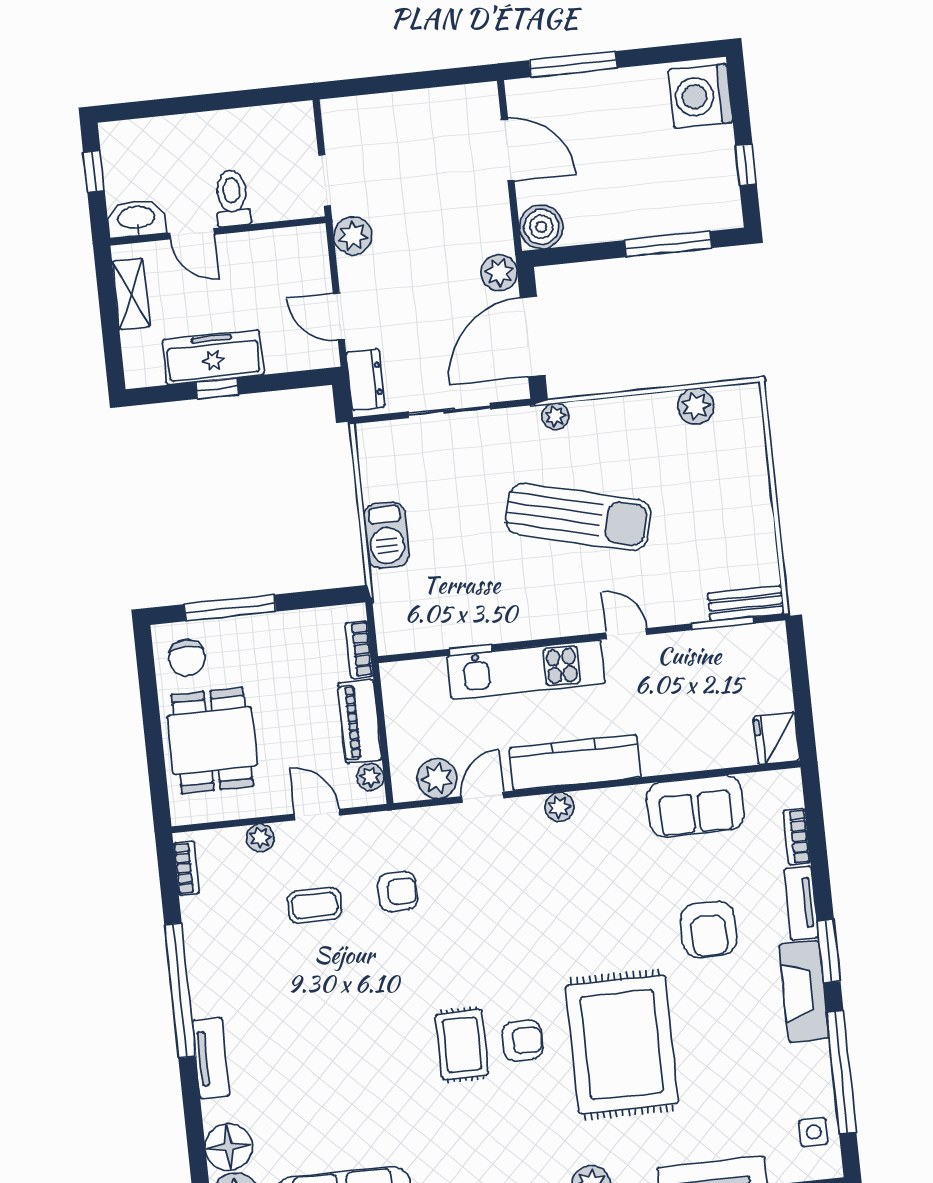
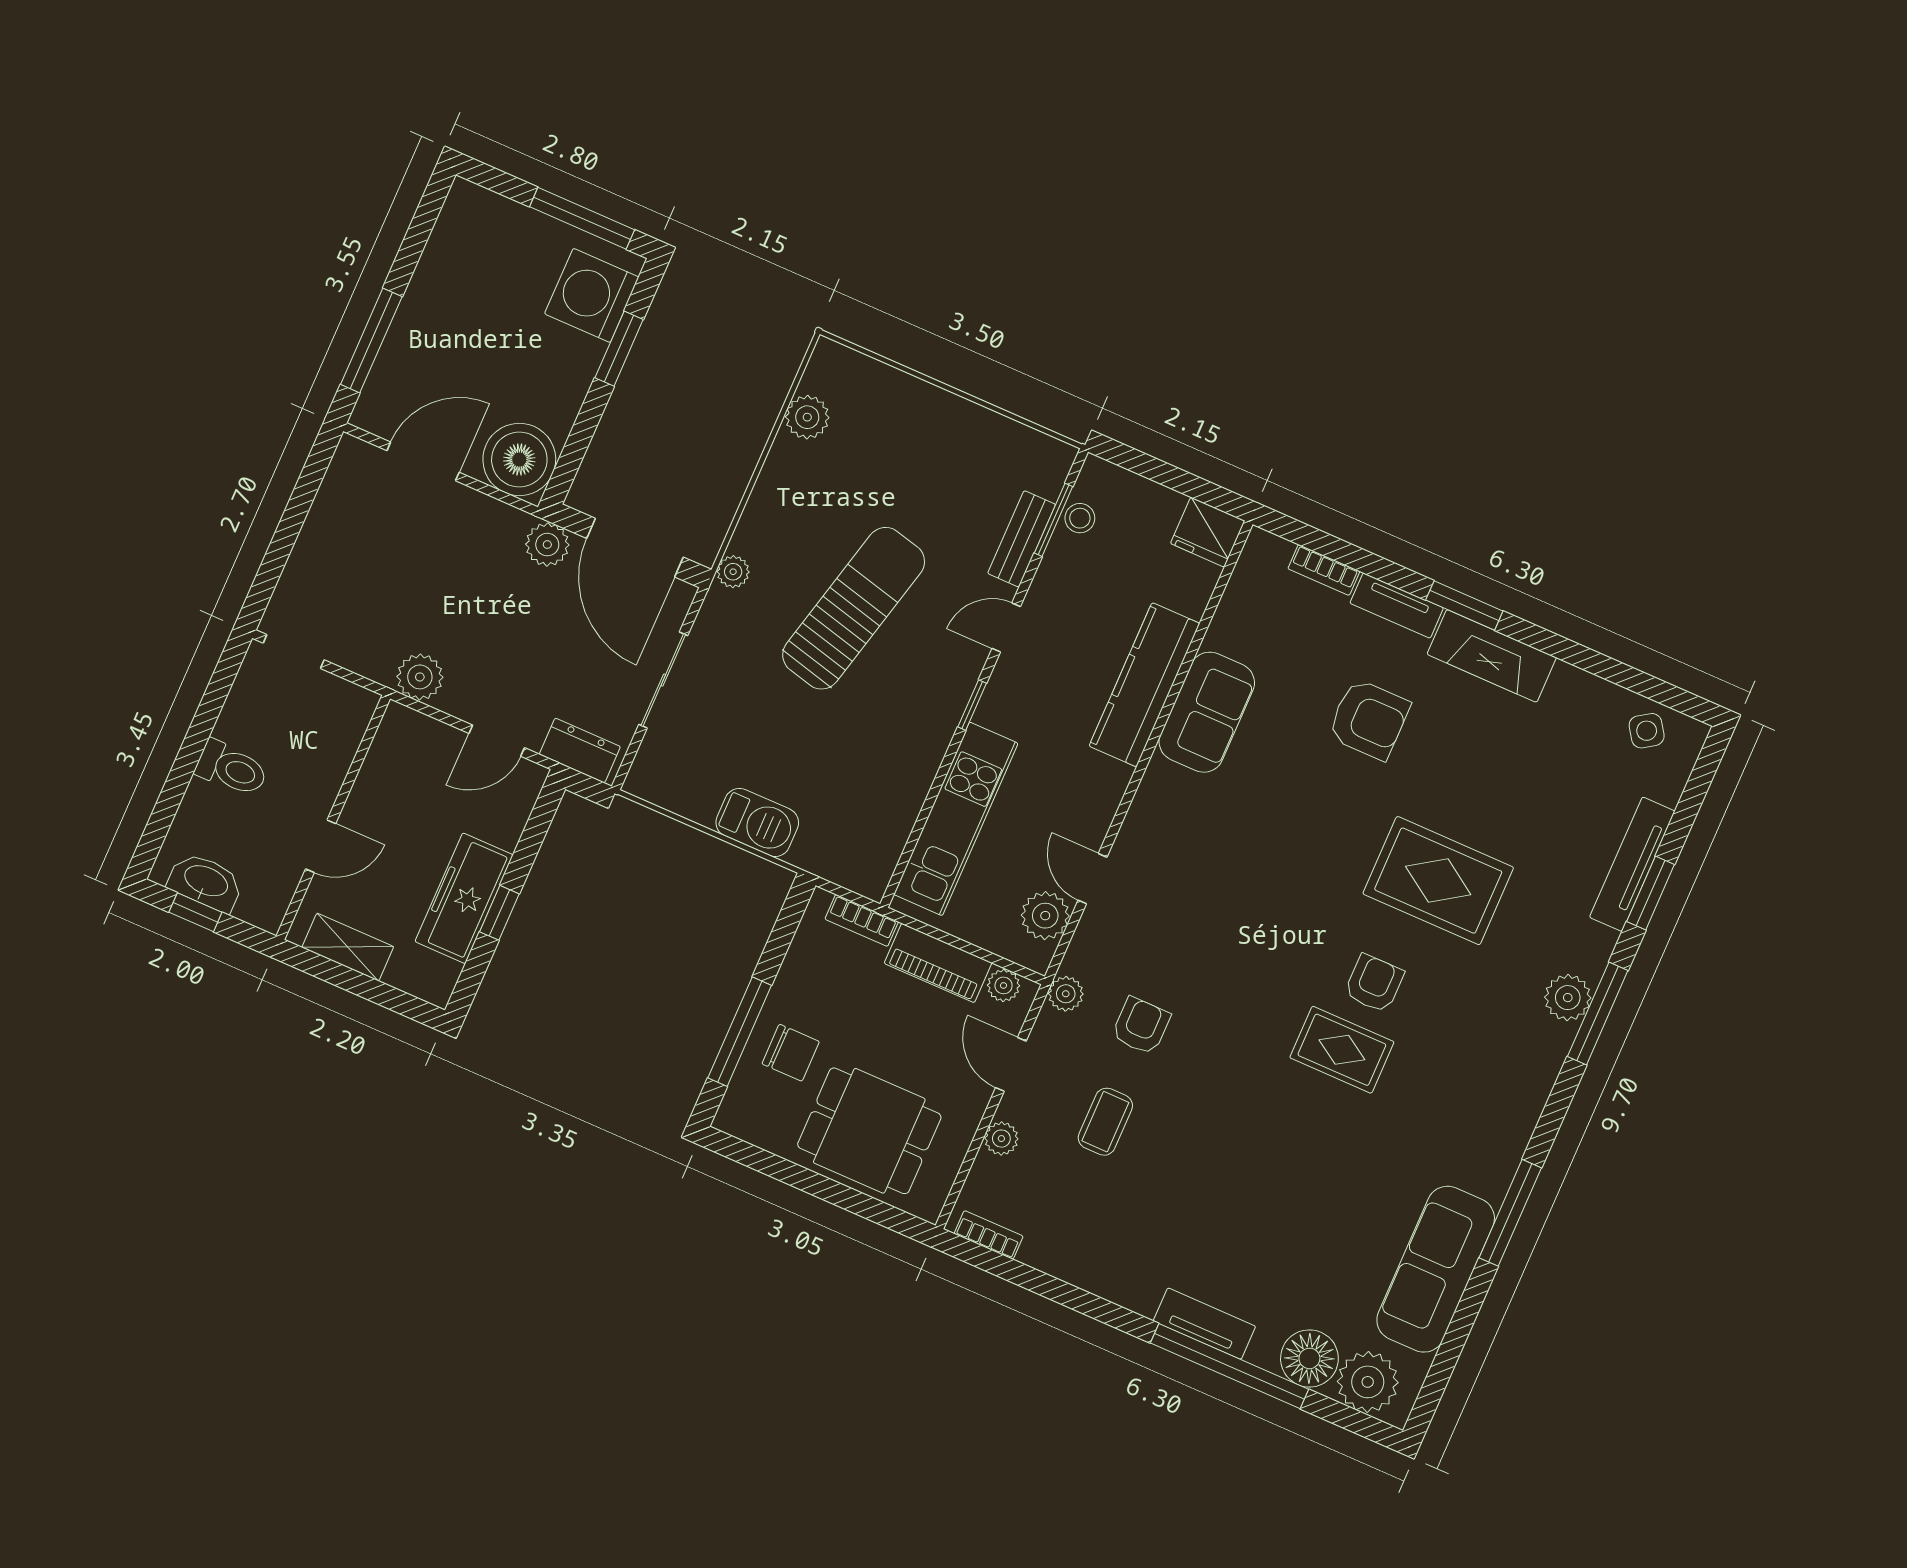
washing machine: (700, 96) -> (592, 295), moved, turned 90
window: (746, 165) -> (582, 218), width x2.17
doorway: (324, 180) -> (294, 651), moved
toilet: (232, 198) -> (232, 769), moved, turned 180
washbasin: (136, 218) -> (206, 882), moved, turned 90
boiler: (541, 227) -> (519, 459), width x1.37, depth x1.37
window: (668, 244) -> (619, 349), width x0.69
bench: (746, 603) -> (1022, 539), moved
stool: (735, 642) -> (1080, 518), added
window: (470, 650) -> (972, 705), moved
chair: (187, 658) -> (791, 1053), moved
kitchen unit: (526, 670) -> (956, 819), moved
kitchen counter: (575, 762) -> (1144, 685), moved
sofa: (695, 806) -> (1207, 712), moved
plant: (559, 807) -> (1066, 994), moved
door: (317, 815) -> (1011, 1064), hinge flipped
window: (180, 991) -> (1229, 1366), moved
rug: (622, 1044) -> (1438, 881), width x0.73, depth x0.69
window: (841, 1072) -> (1600, 665), removed
side table: (813, 1132) -> (1647, 731), turned -34

